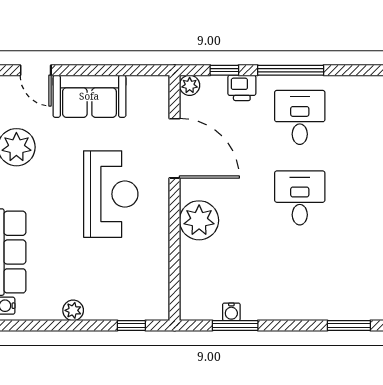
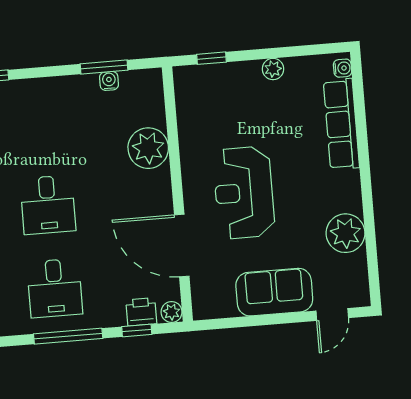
door: (36, 70) -> (332, 314), swing flipped
printer: (242, 88) -> (141, 312), moved
plant: (199, 220) -> (148, 148), moved

